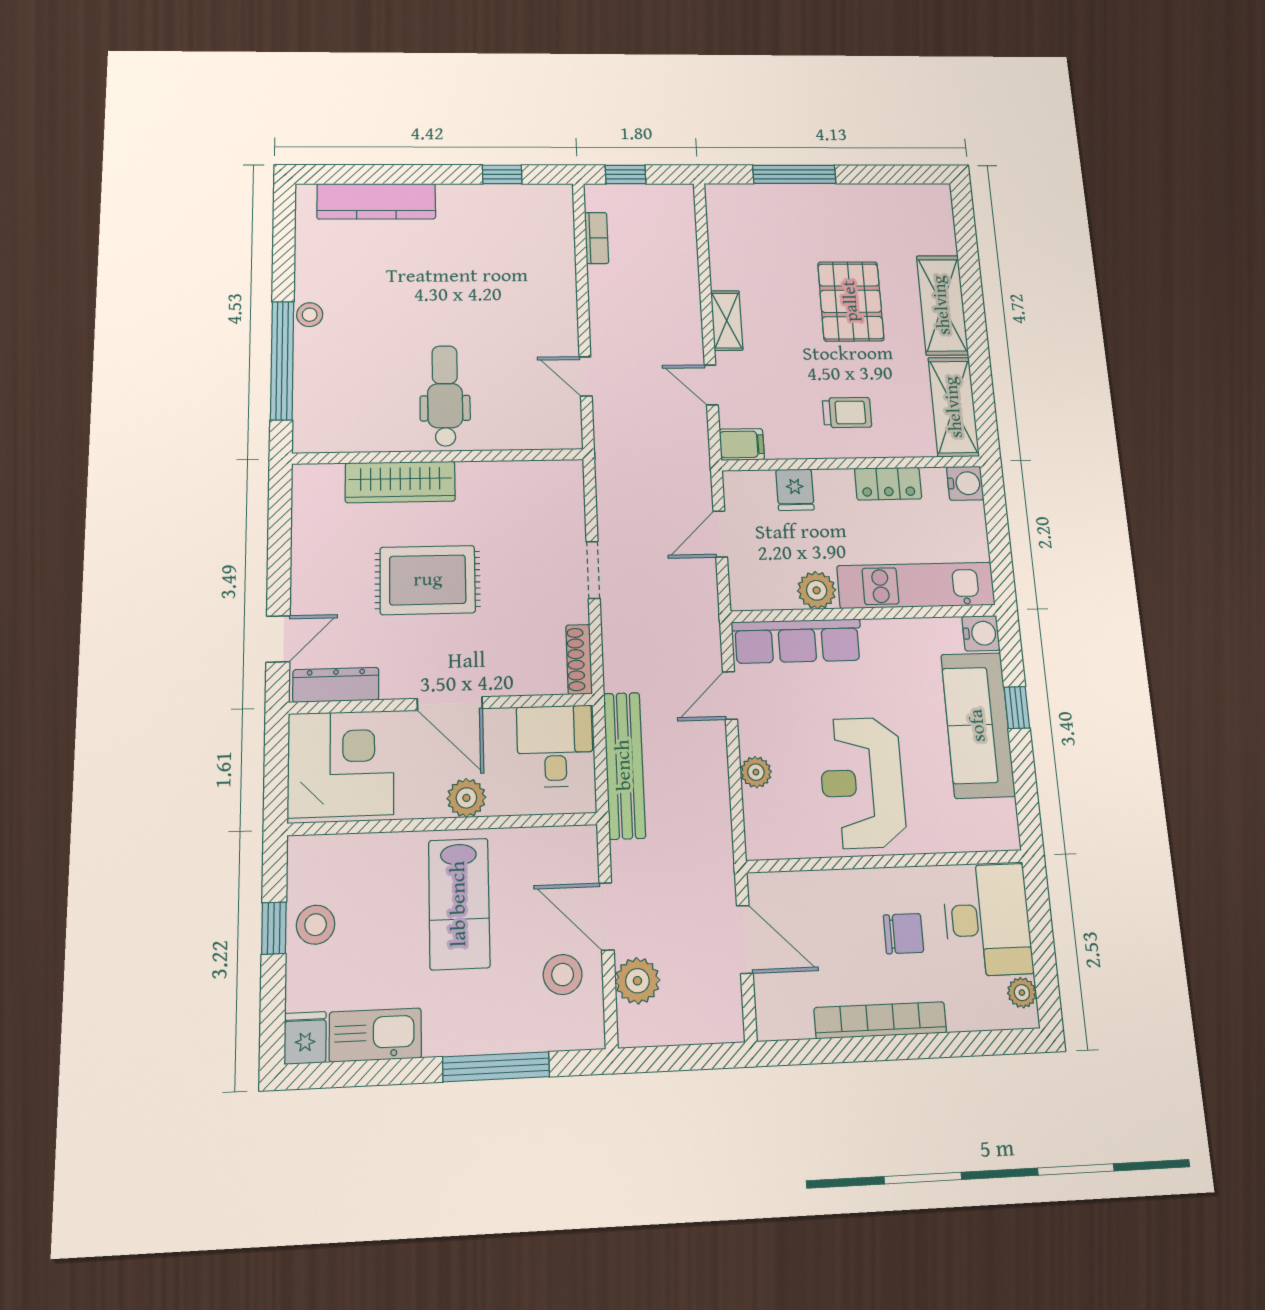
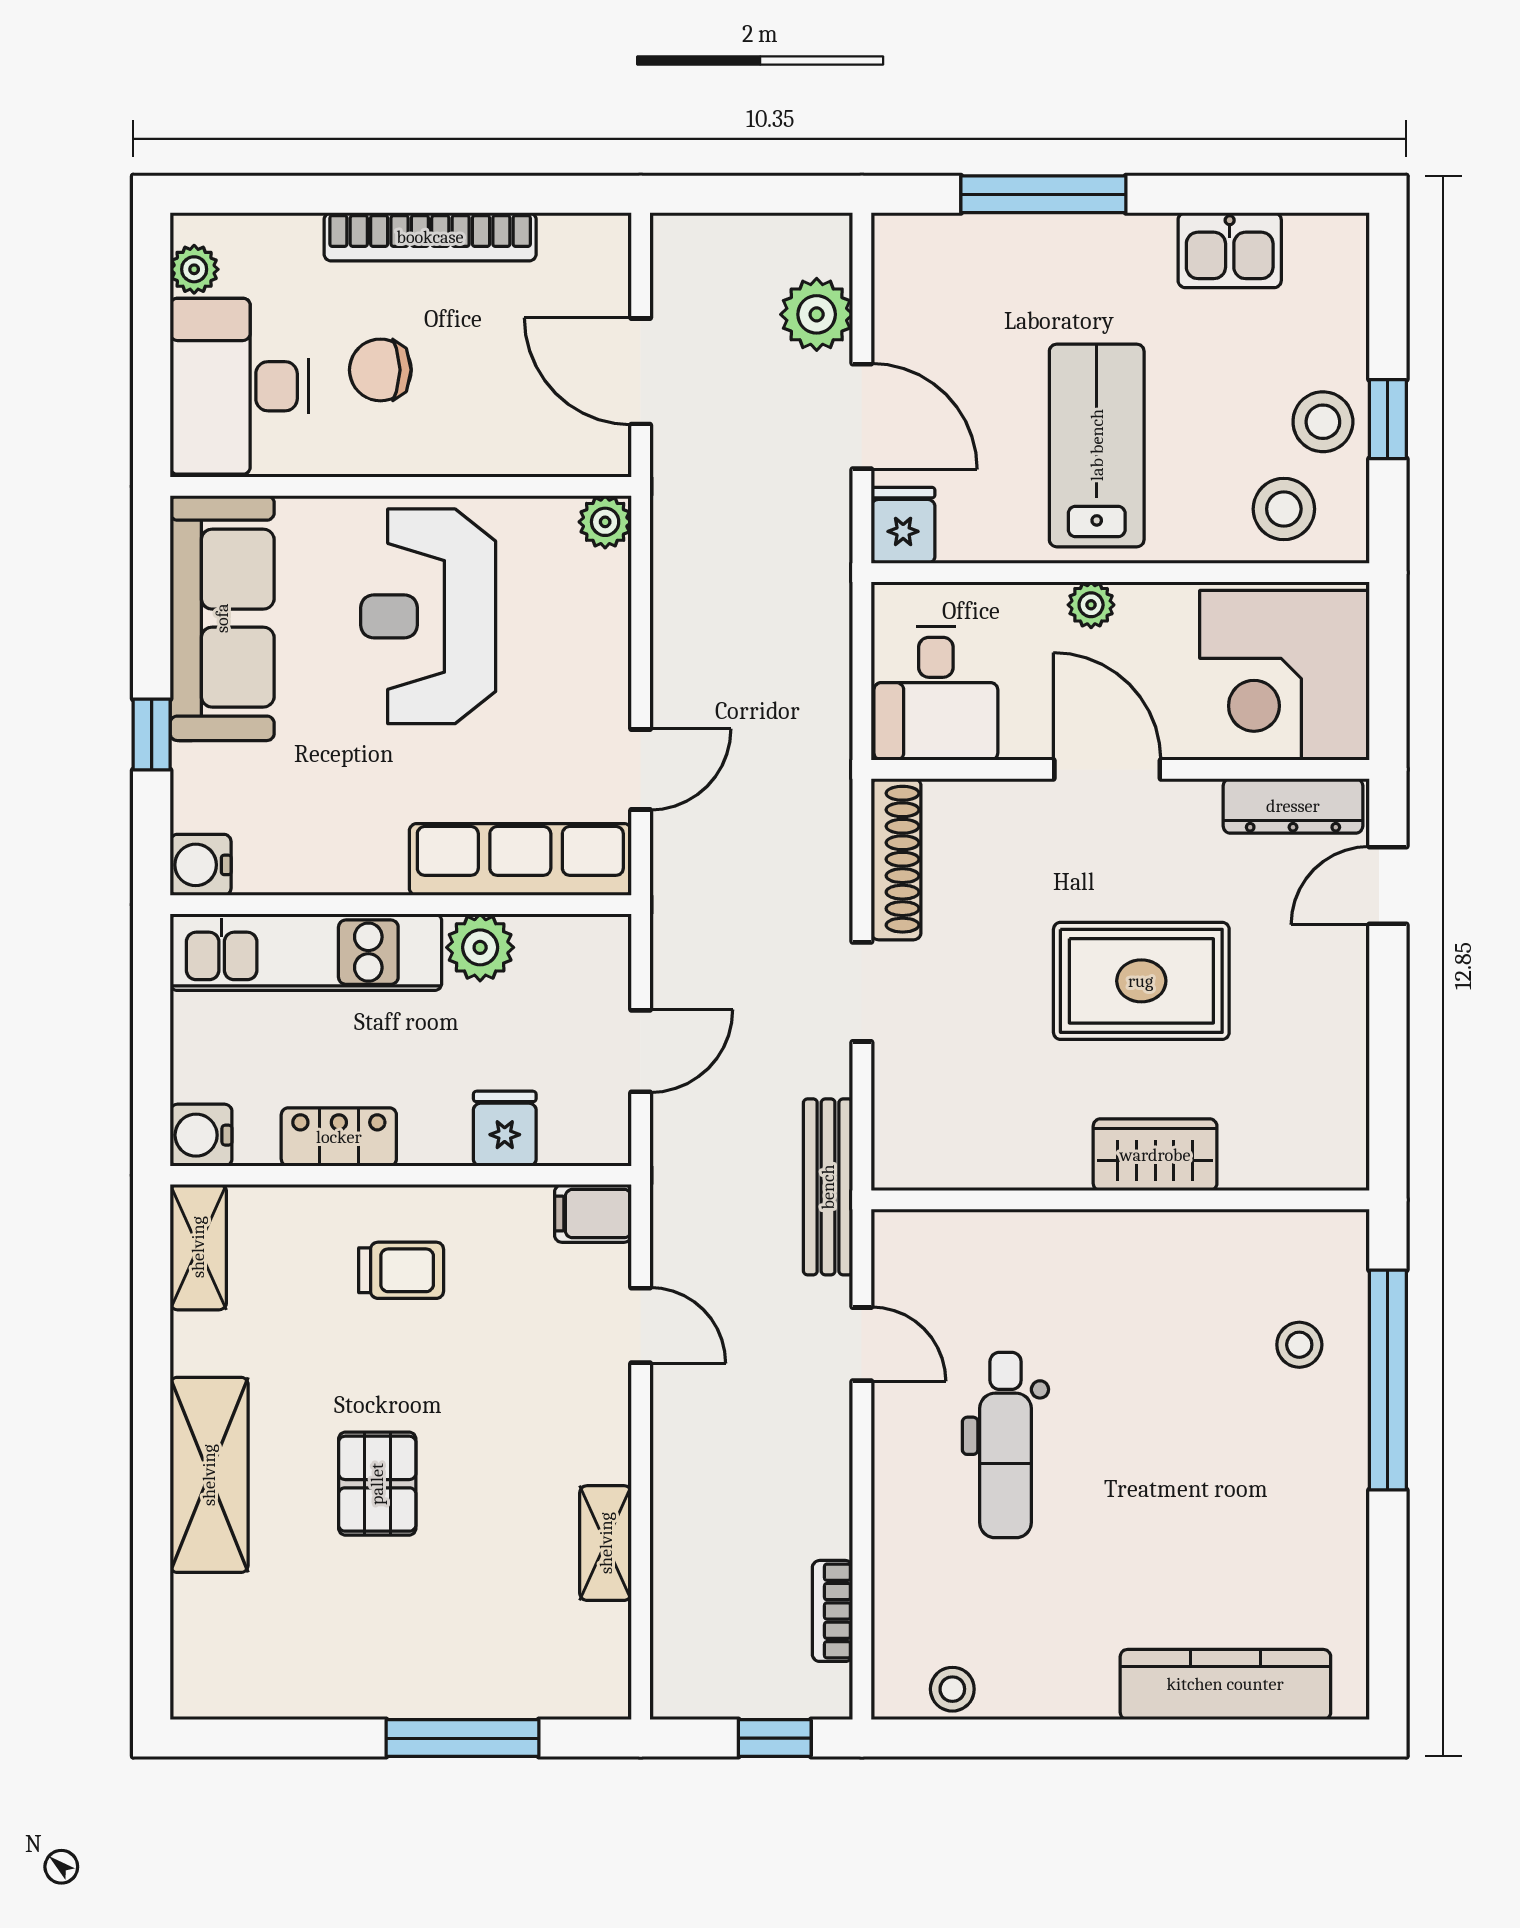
window: (502, 174) -> (999, 1738), removed
stool: (529, 199) -> (952, 1689), added
pallet: (851, 301) -> (377, 1484), width x0.67, depth x0.71
stool: (310, 315) -> (1299, 1345), moved
shelving: (727, 321) -> (606, 1543), moved
dental chair: (445, 396) -> (1006, 1445), moved
shelving: (954, 407) -> (198, 1247), width x0.67, depth x0.75
trolley: (847, 413) -> (401, 1270), turned 180
wardrobe: (400, 482) -> (1155, 1155), width x0.67
shoe rack: (579, 659) -> (896, 859), width x1.36, depth x1.24
sofa: (978, 725) -> (222, 618), moved
bench: (624, 765) -> (828, 1187), moved, width x0.73, depth x0.82
plant: (756, 772) -> (605, 522), moved
reception desk: (862, 783) -> (428, 616), turned 180
plant: (466, 798) -> (1091, 605), width x0.73, depth x0.73
stool: (563, 975) -> (1284, 509), moved
kitchen sink: (375, 1035) -> (1230, 250), width x0.73
fridge: (305, 1038) -> (903, 525), moved, turned 180

